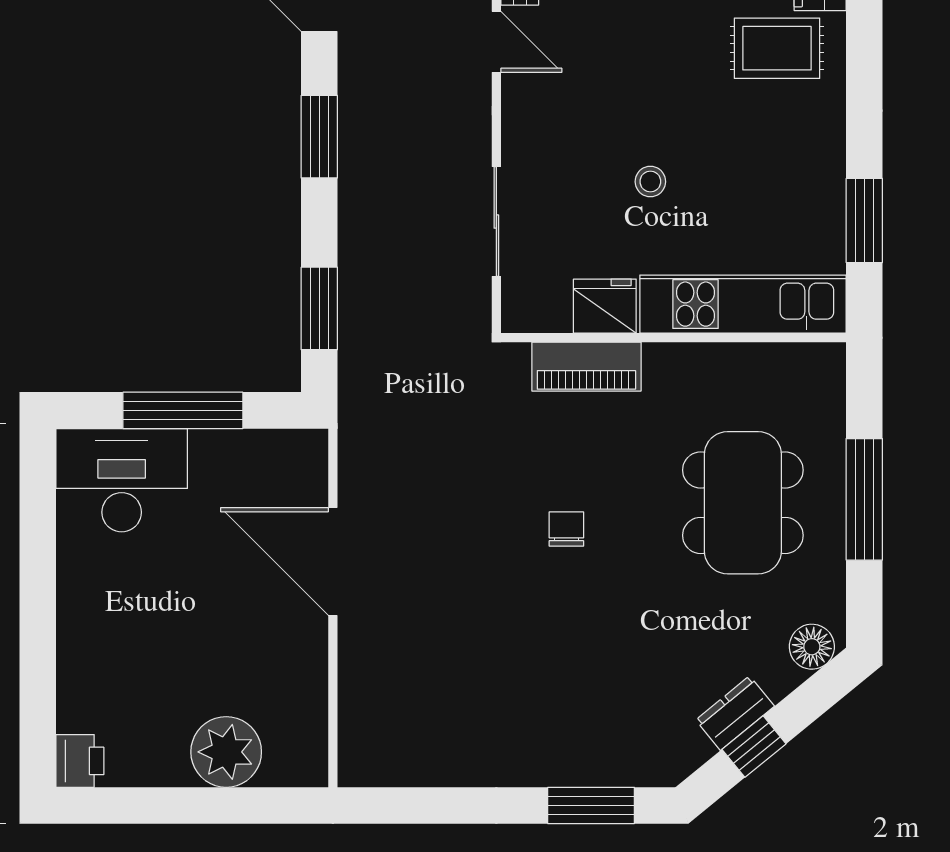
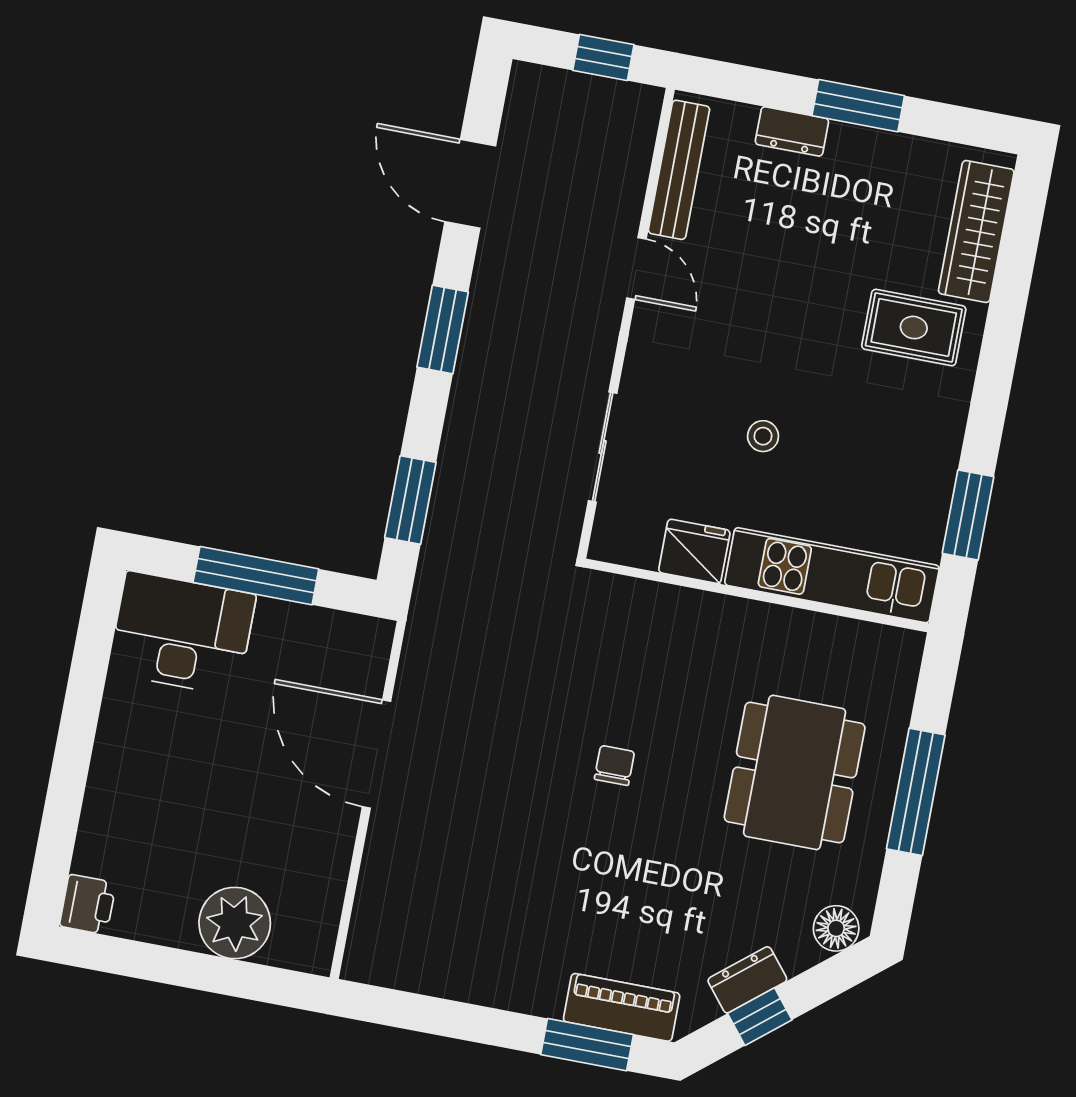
piano: (586, 367) -> (622, 1007), moved, turned 180

